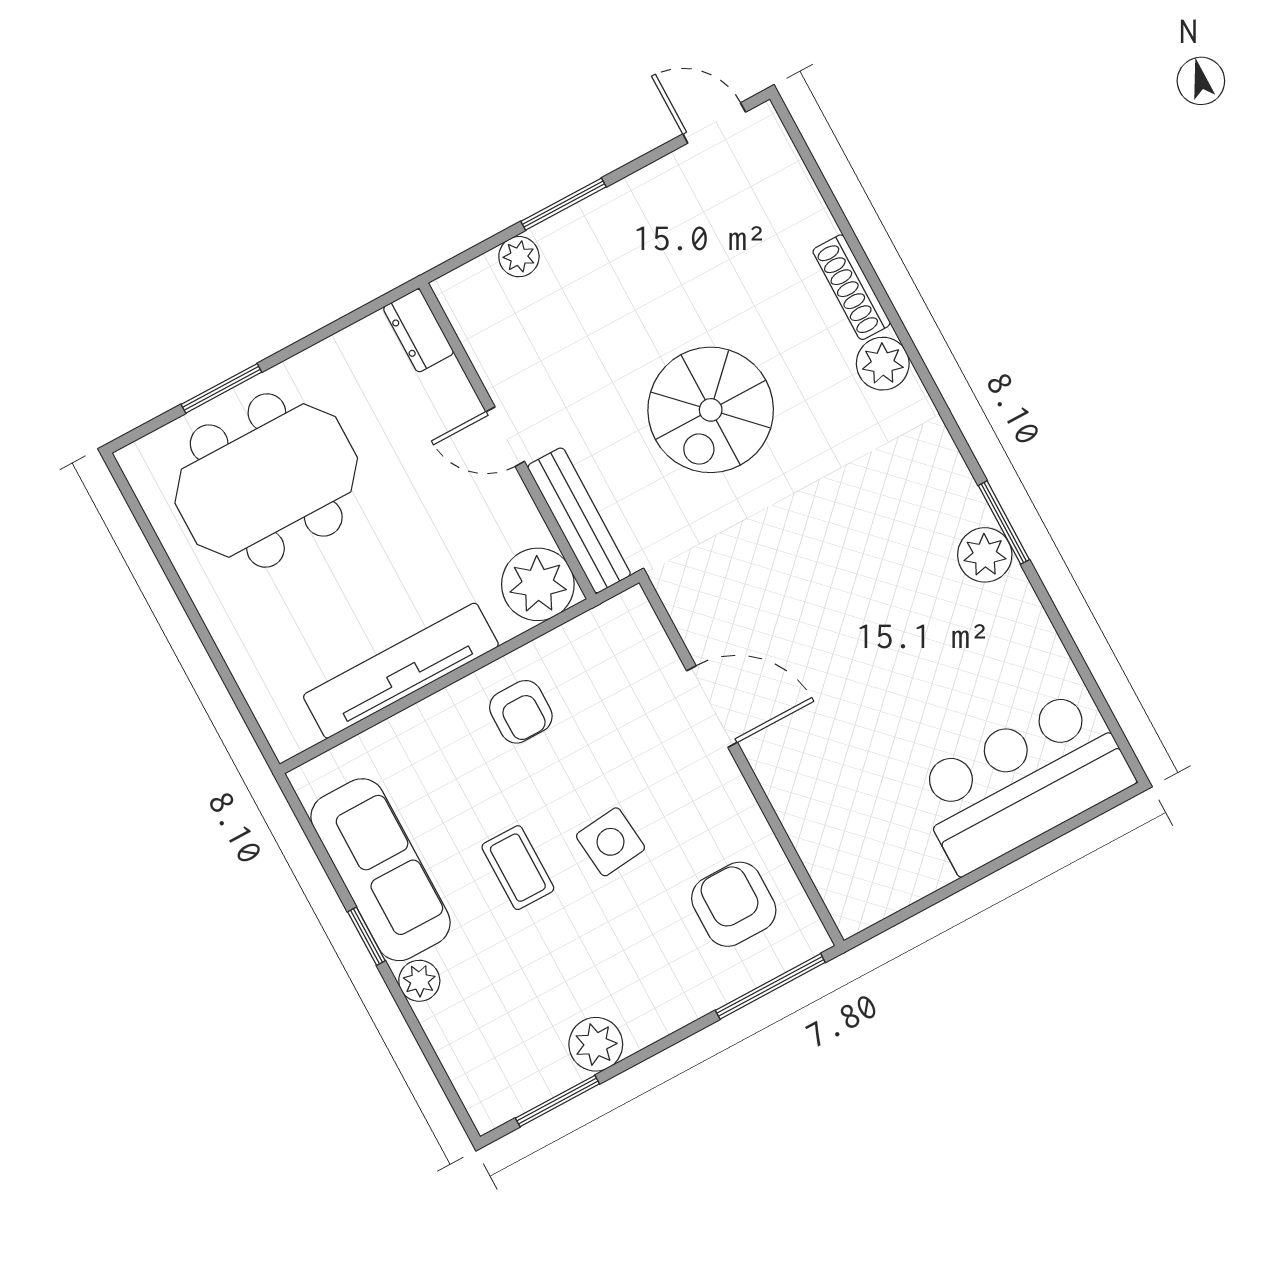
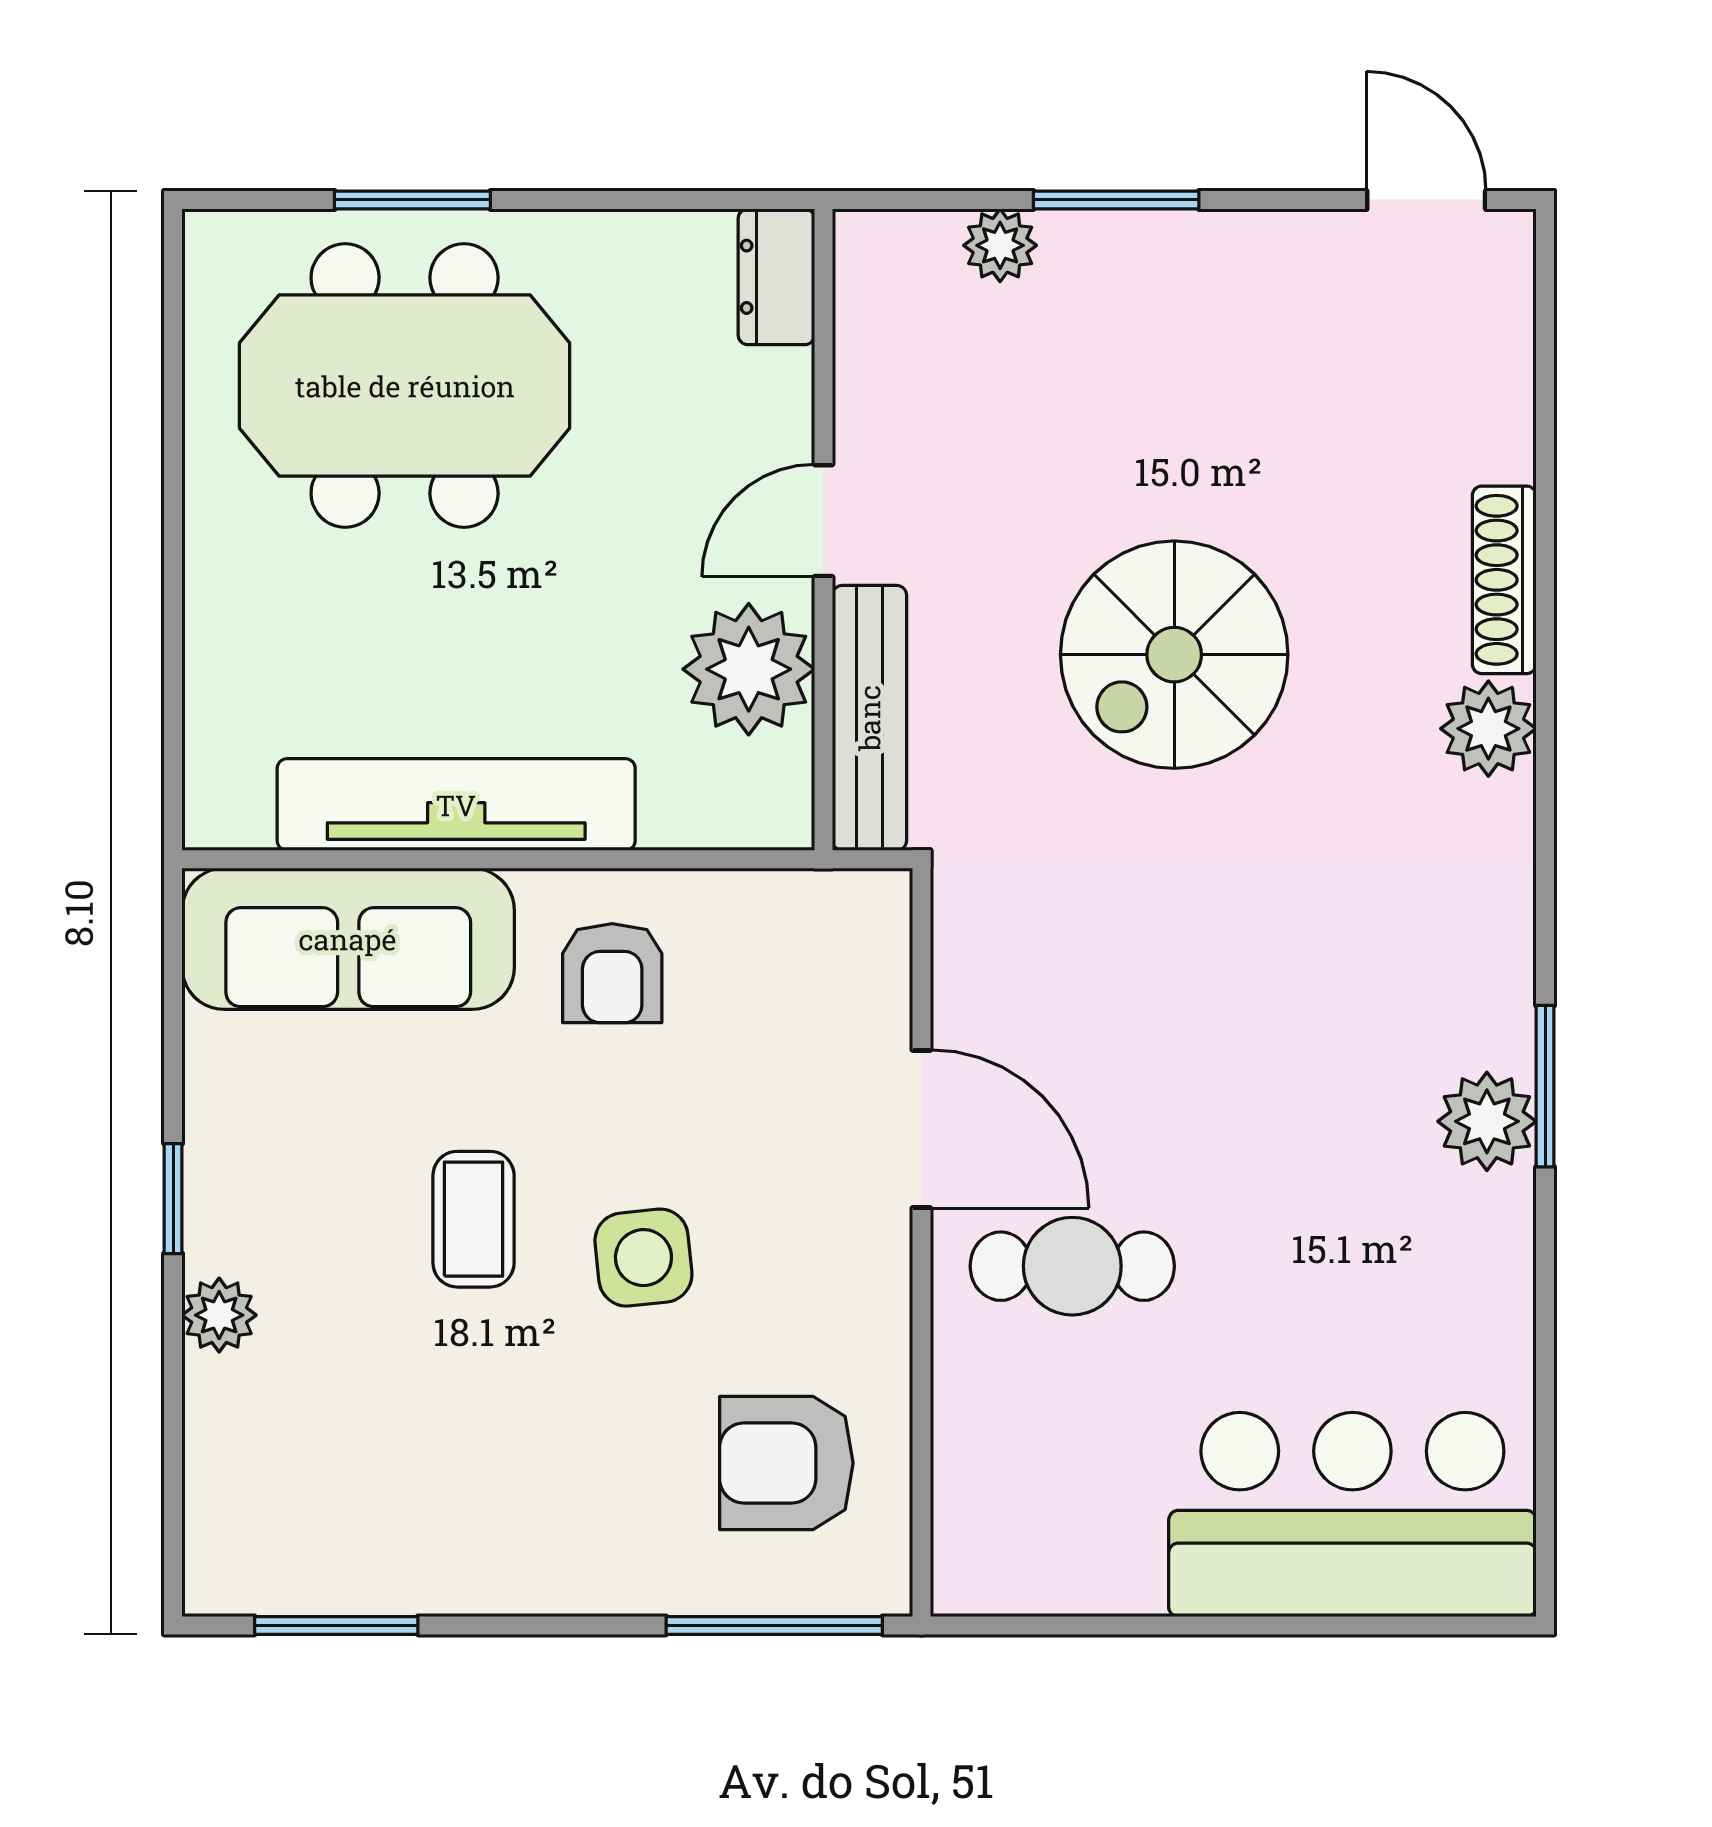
door: (505, 437) -> (823, 521), hinge flipped
plant: (538, 584) -> (749, 669), moved
cafe table: (821, 734) -> (1072, 1266), added
sofa: (381, 870) -> (348, 939), moved, turned 90
armchair: (734, 904) -> (786, 1463), turned -90
plant: (596, 1044) -> (446, 1568), removed

